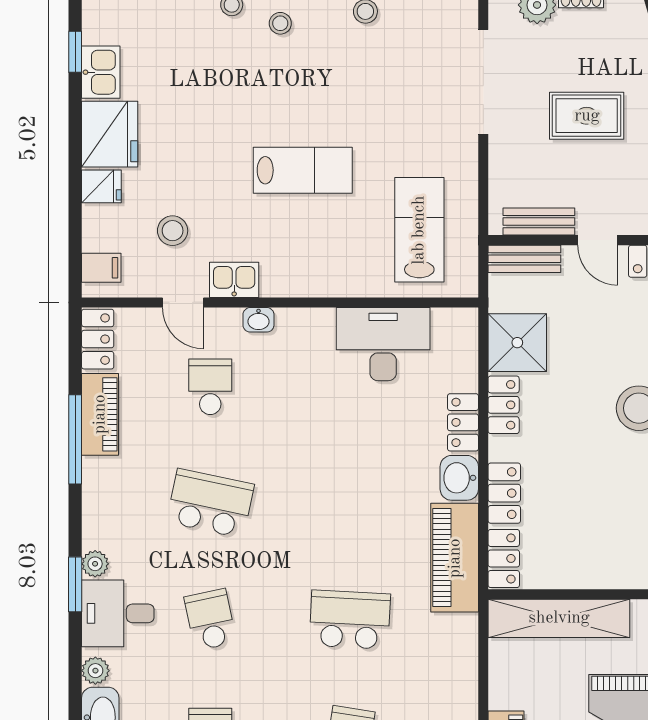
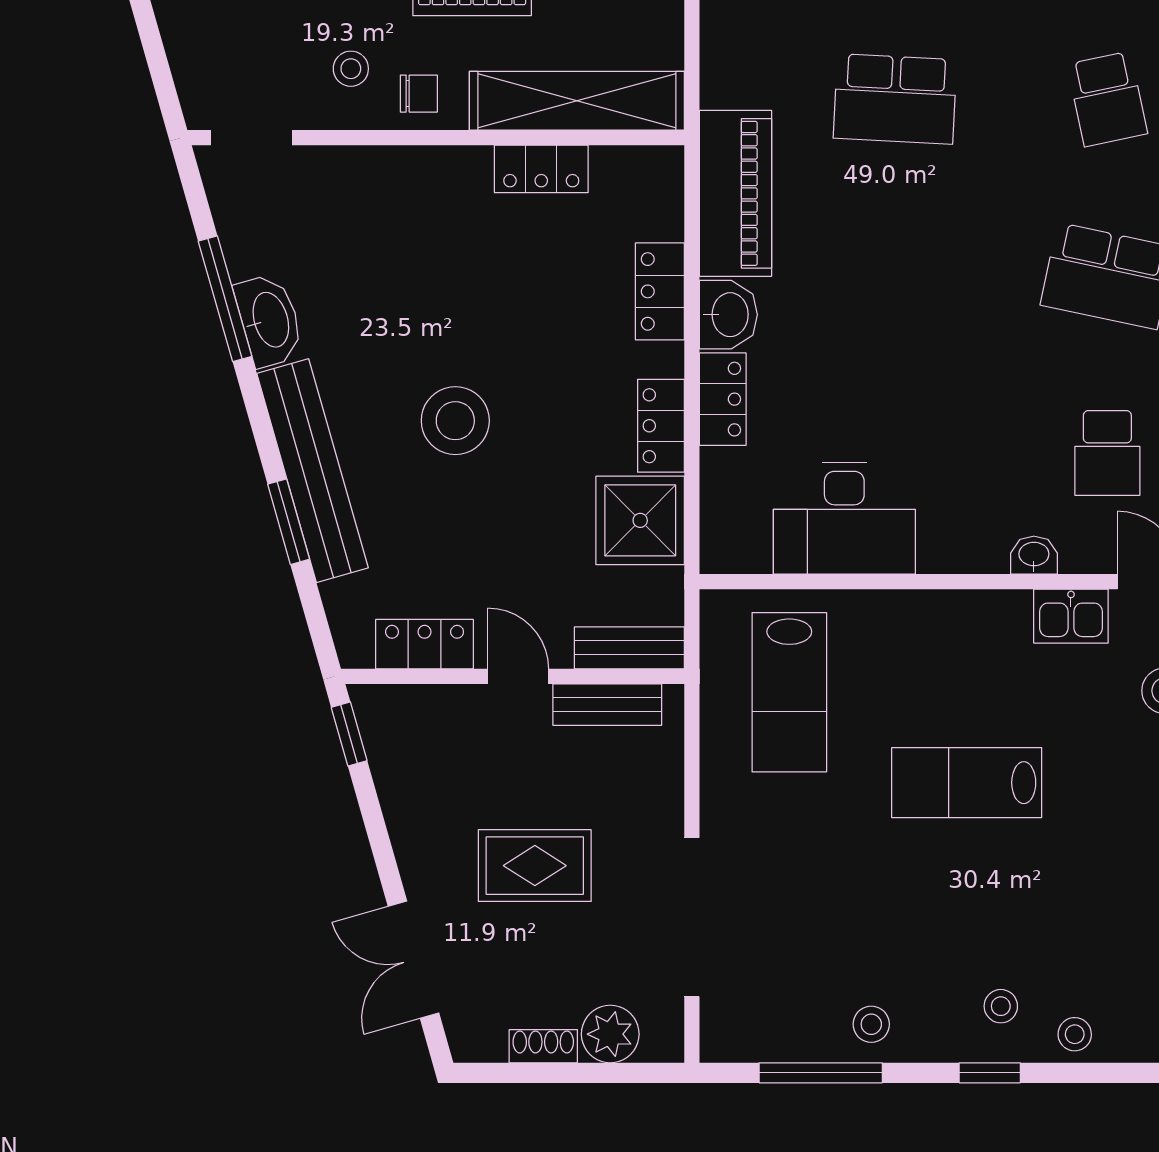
locker: (504, 558) -> (541, 169), moved, turned -90

